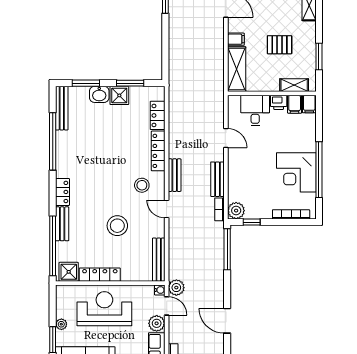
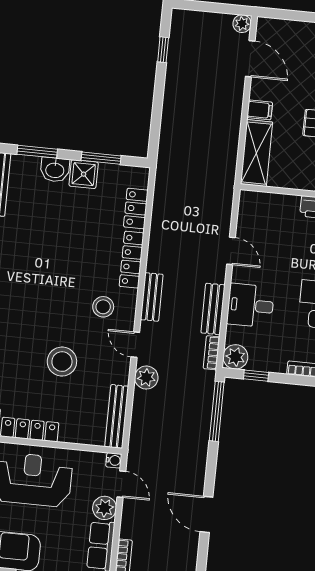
desk: (255, 110) -> (251, 305), moved, turned -90
plant: (176, 288) -> (146, 378), moved

